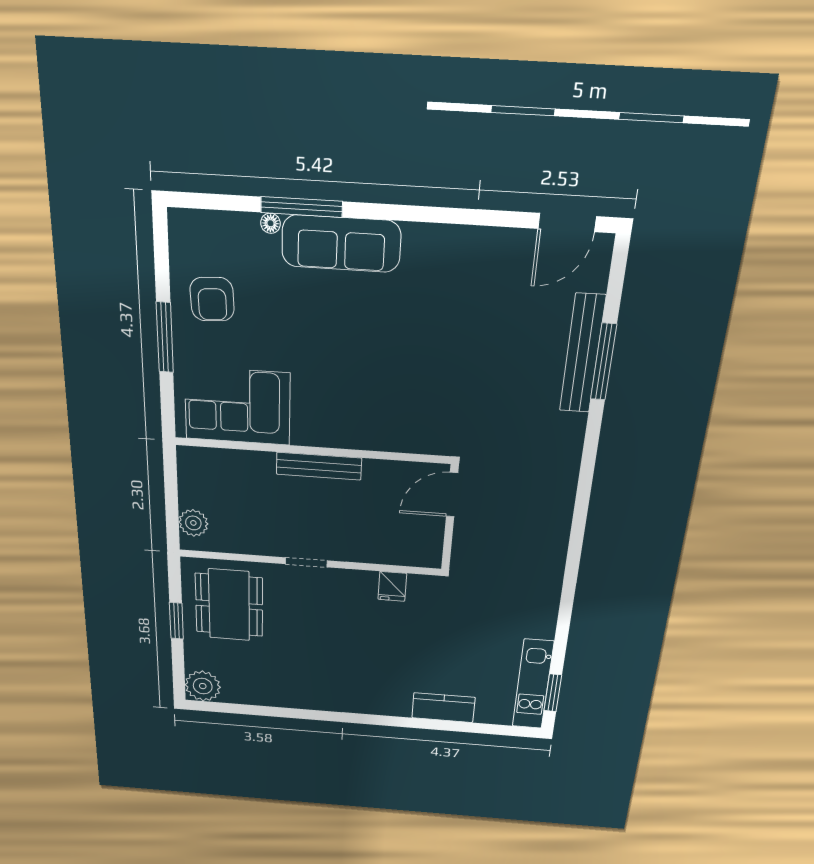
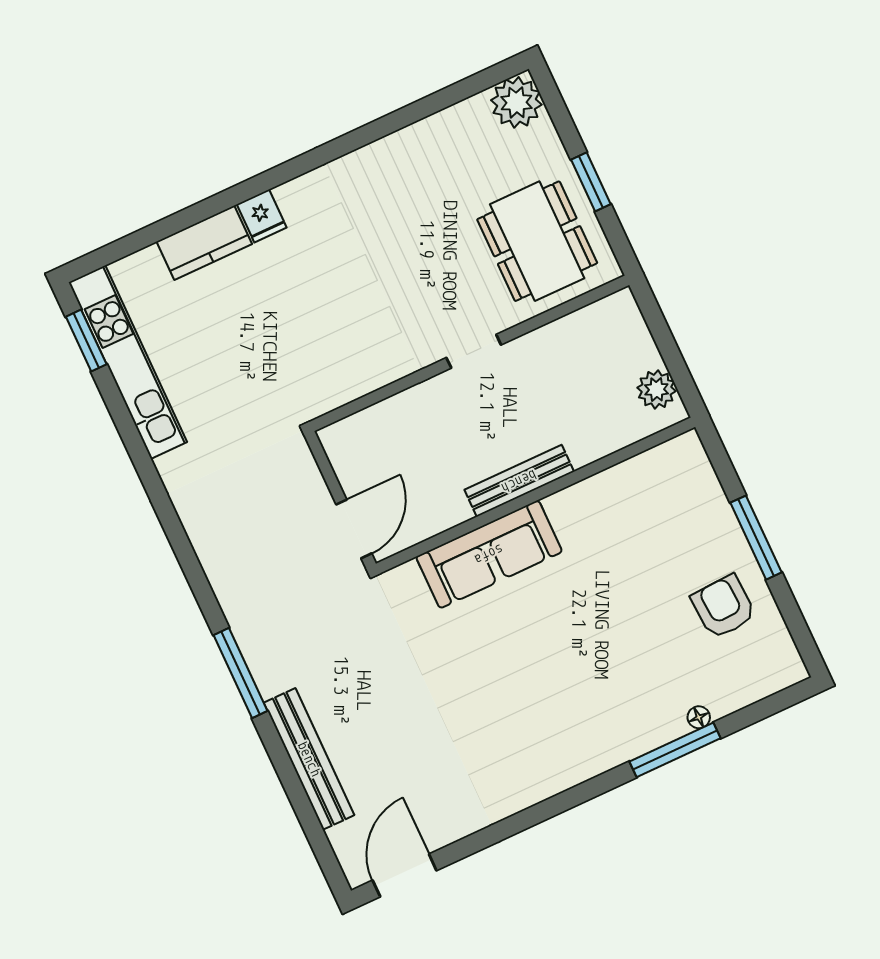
sofa: (341, 244) -> (489, 554), moved, turned 180
window: (604, 362) -> (241, 673), moved
corner sofa: (237, 406) -> (643, 502), removed
plant: (193, 523) -> (656, 389), moved
fridge: (392, 586) -> (262, 216), moved, turned 180
kitchen unit: (533, 684) -> (128, 362), width x1.36

